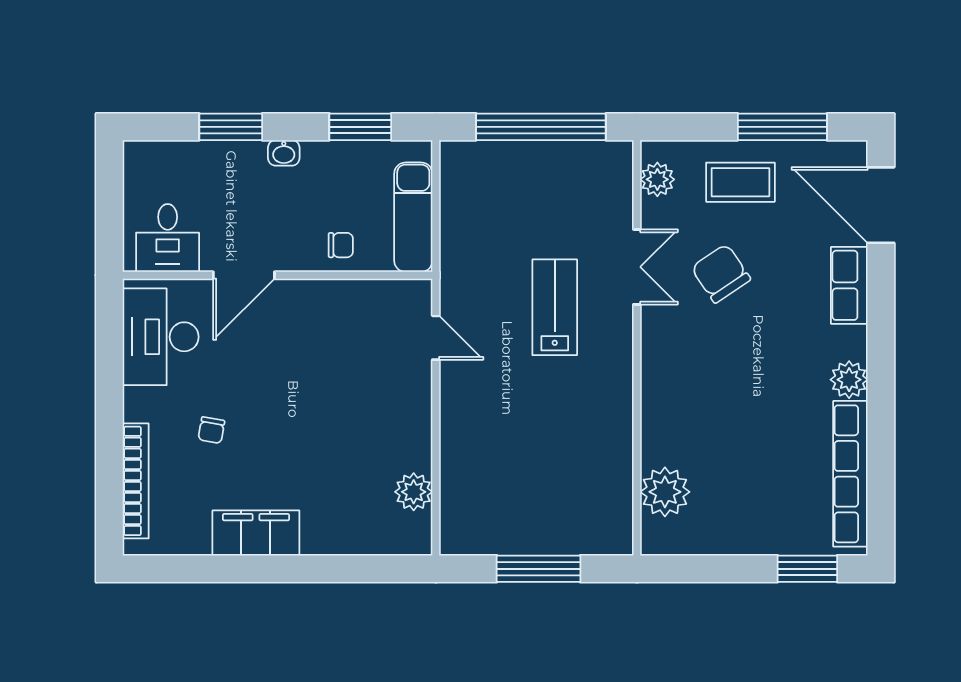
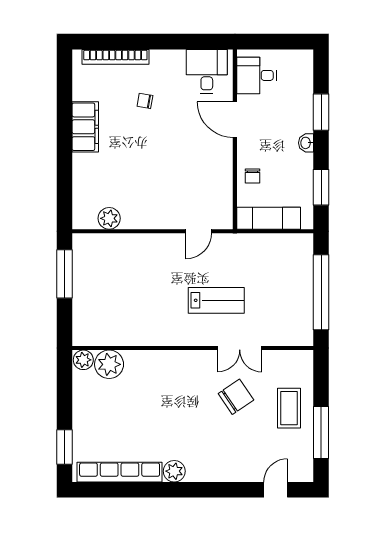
plant: (657, 179) -> (83, 360), moved
door: (881, 205) -> (276, 490), width x0.53
row of seats: (849, 285) -> (229, 471), removed
desk: (161, 337) -> (207, 71), width x0.73
window: (538, 569) -> (64, 274), moved

